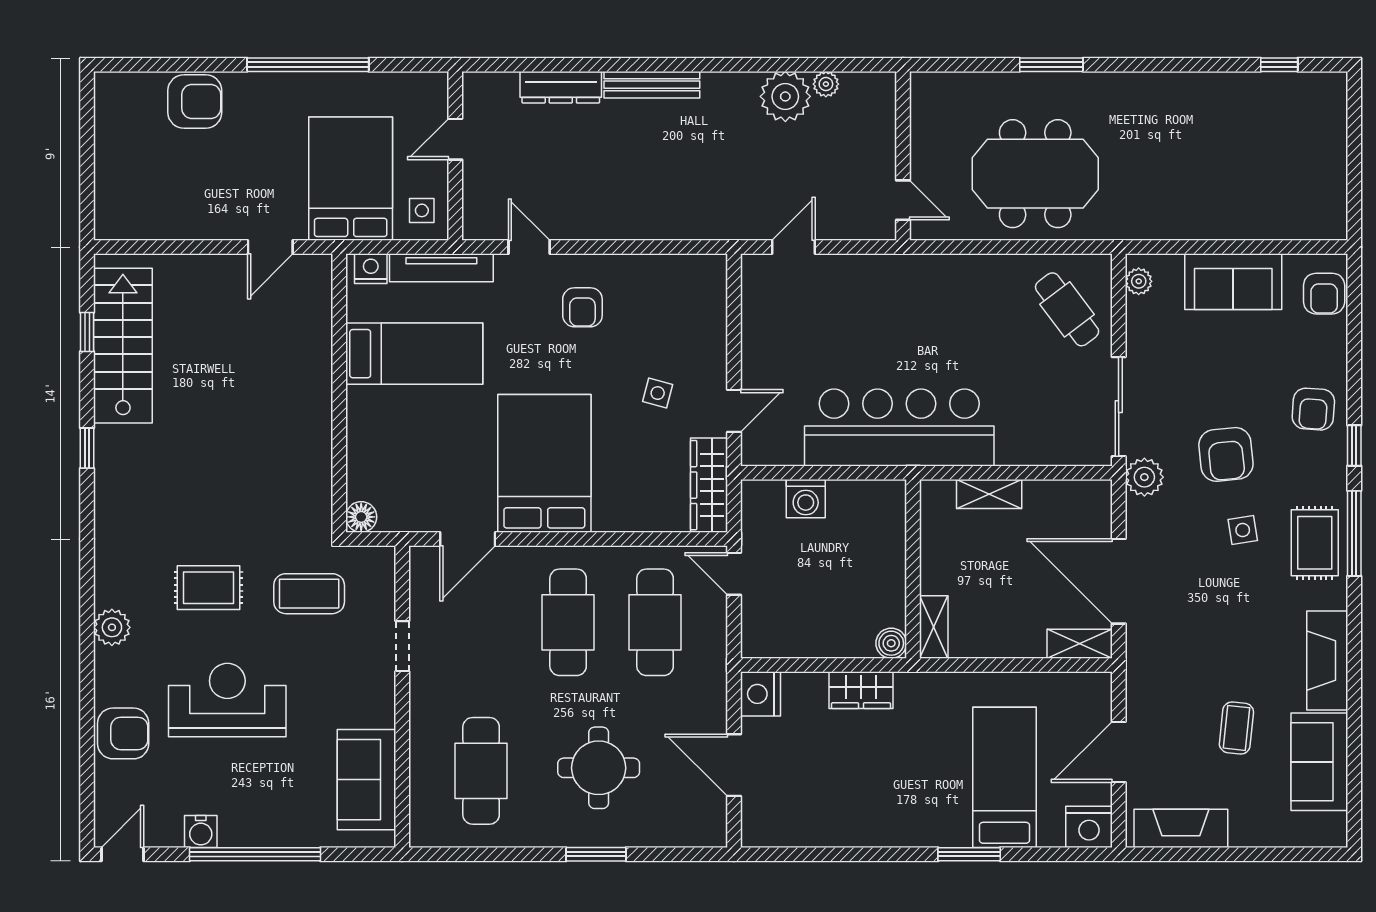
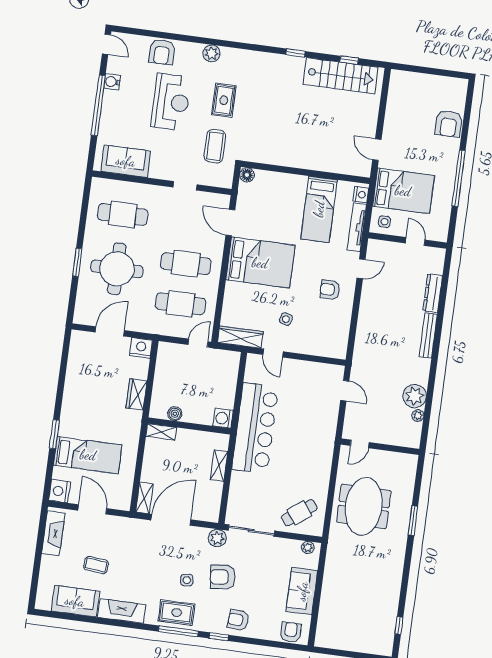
armchair: (1324, 294) -> (291, 632), turned 90
washing machine: (806, 499) -> (223, 418), moved
boiler: (891, 643) -> (175, 414), moved
round table: (599, 768) -> (117, 269), width x1.36, depth x1.36

